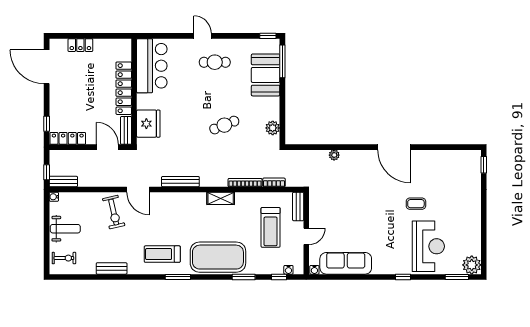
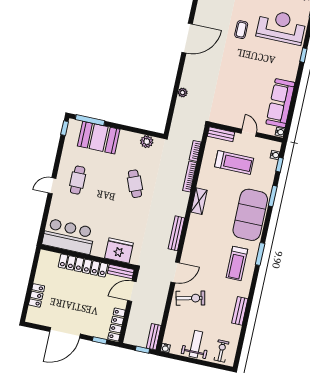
door: (47, 67) -> (65, 333), moved

